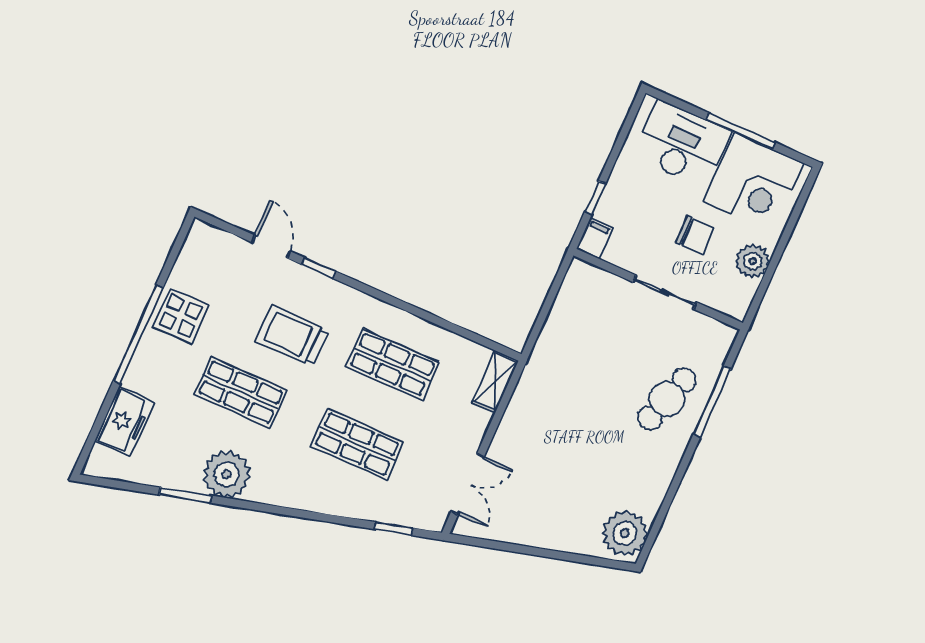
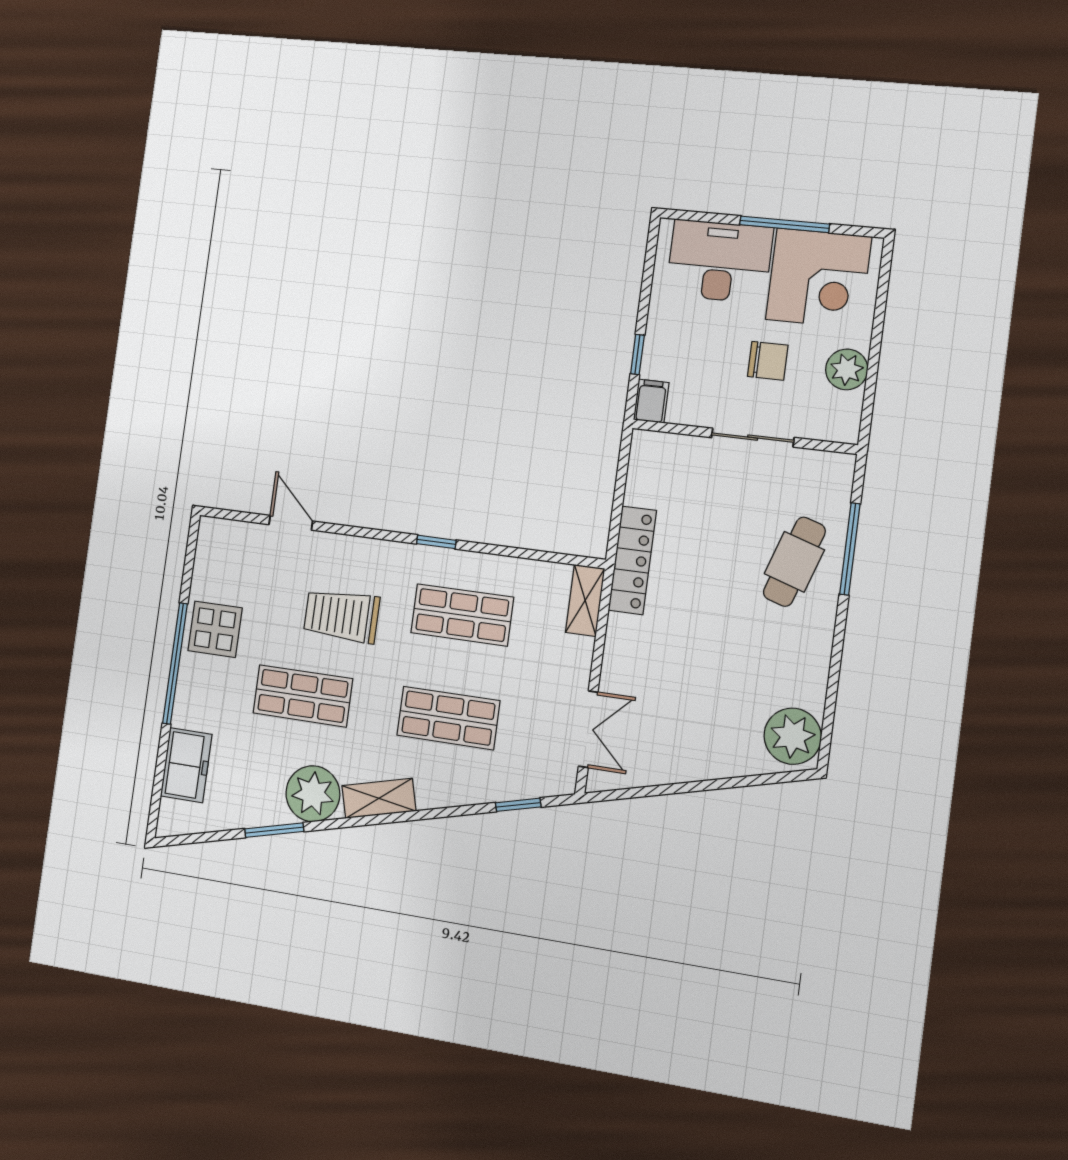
window: (319, 268) -> (436, 542), moved
locker: (542, 361) -> (632, 560), added
shelving: (281, 493) -> (379, 798), added

